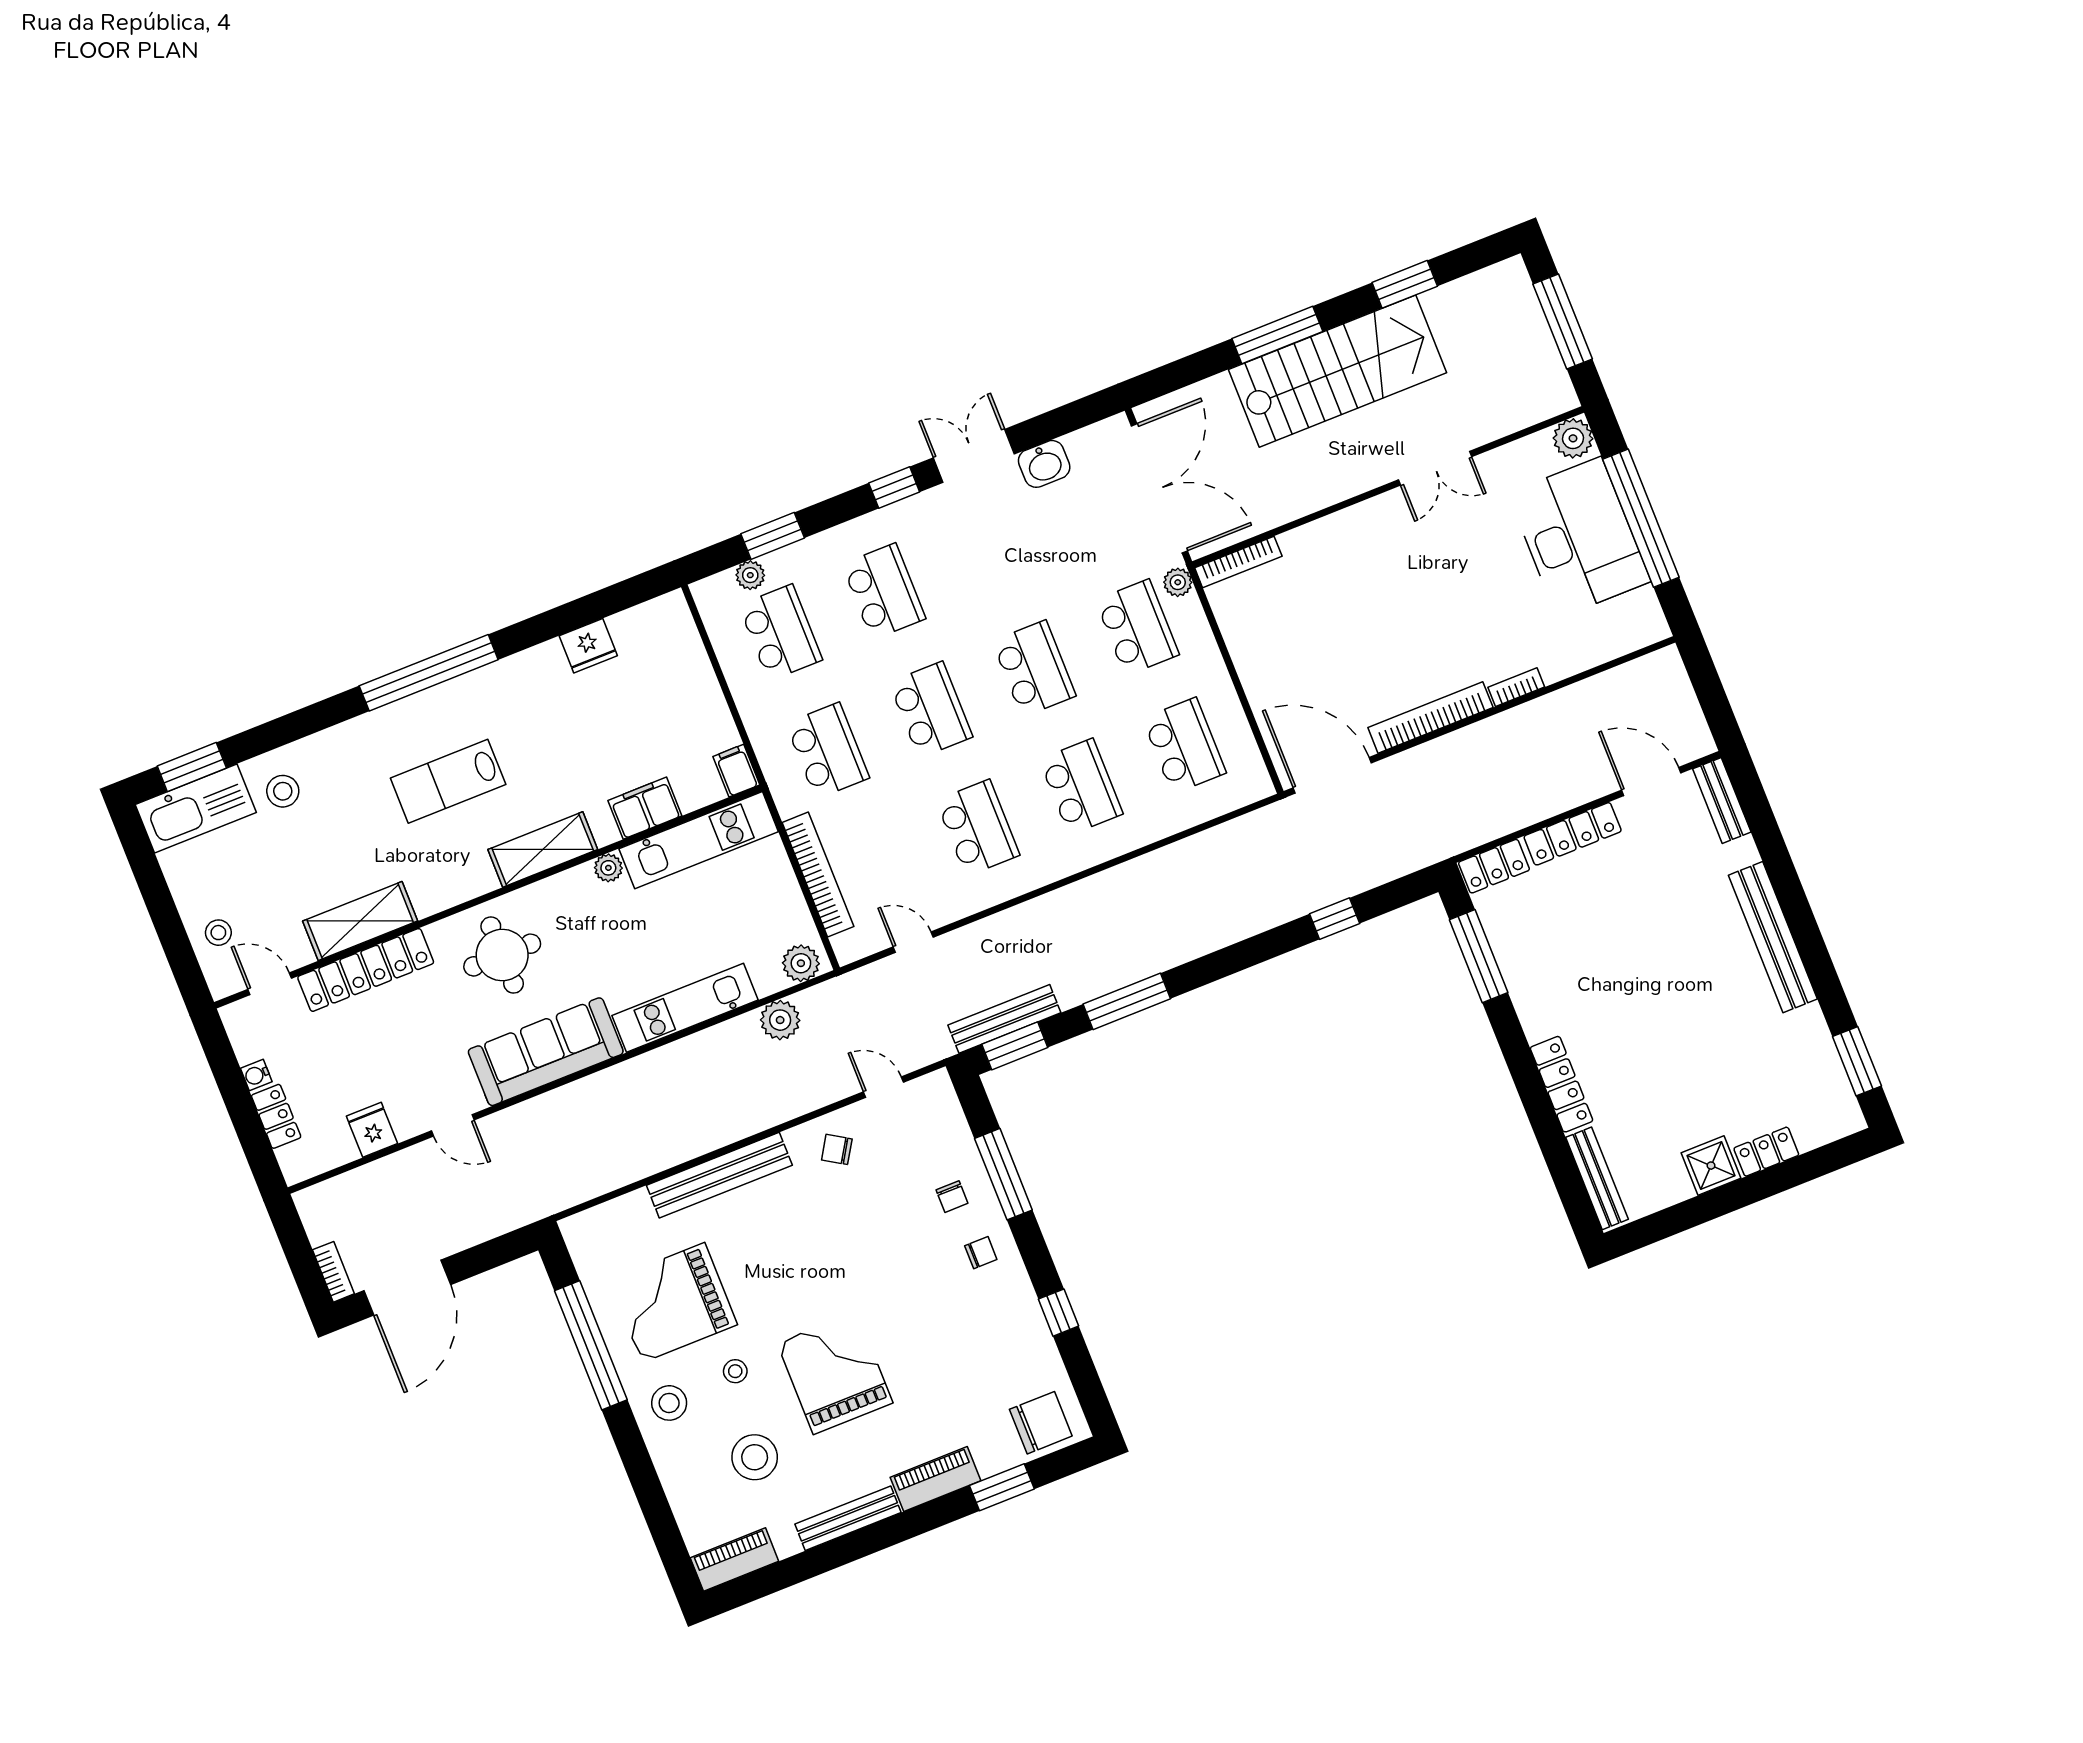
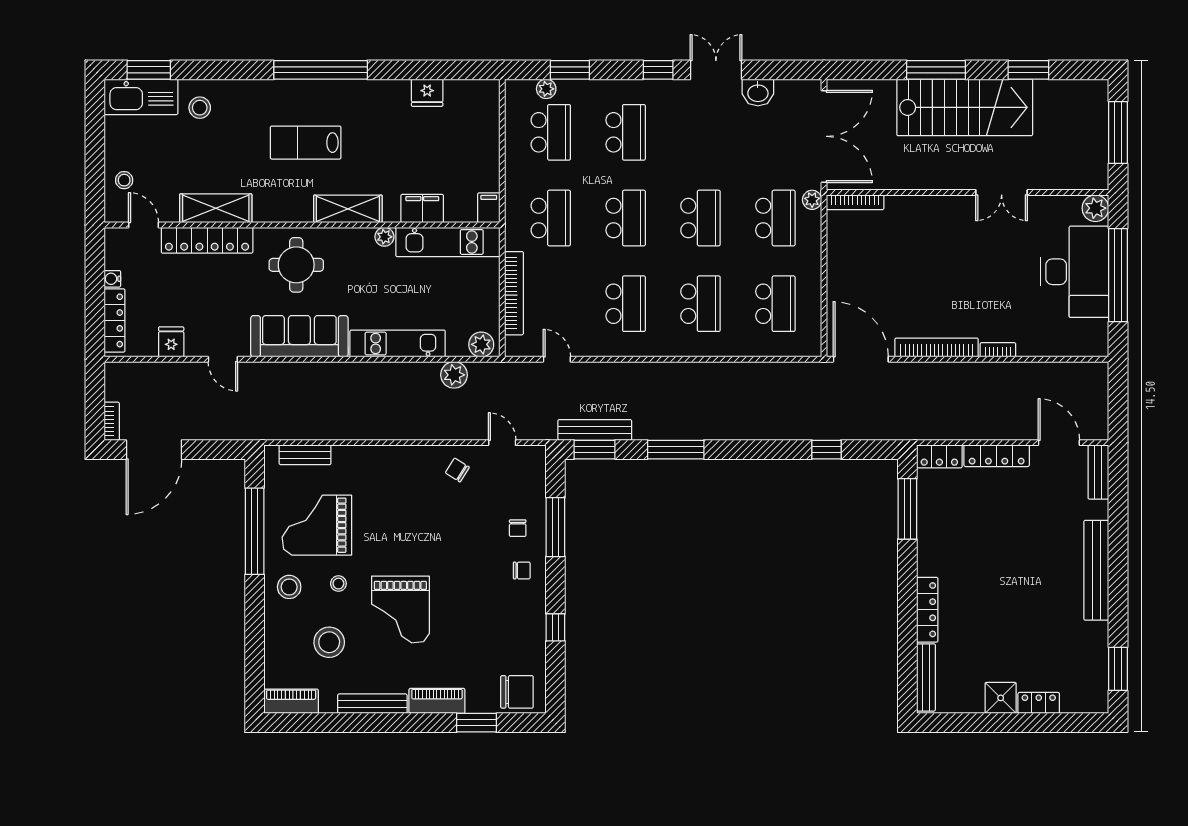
locker: (276, 1116) -> (114, 320), width x1.53
bench: (719, 1175) -> (305, 455), moved, width x0.54, depth x0.82
grand piano: (835, 1373) -> (400, 609), turned 180

